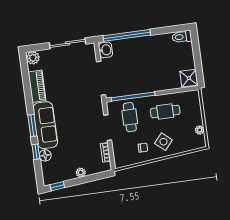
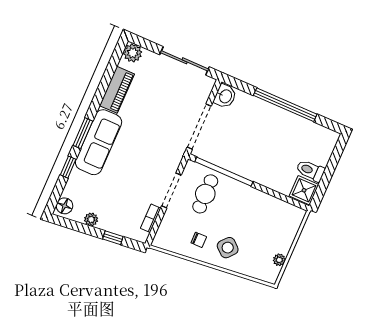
window: (127, 35) -> (285, 105), moved
toilet: (182, 37) -> (310, 170), moved
cafe table: (165, 111) -> (252, 213), removed
floor lamp: (45, 155) -> (65, 206), moved
plant: (81, 172) -> (91, 219), moved
window: (57, 186) -> (113, 238), moved

